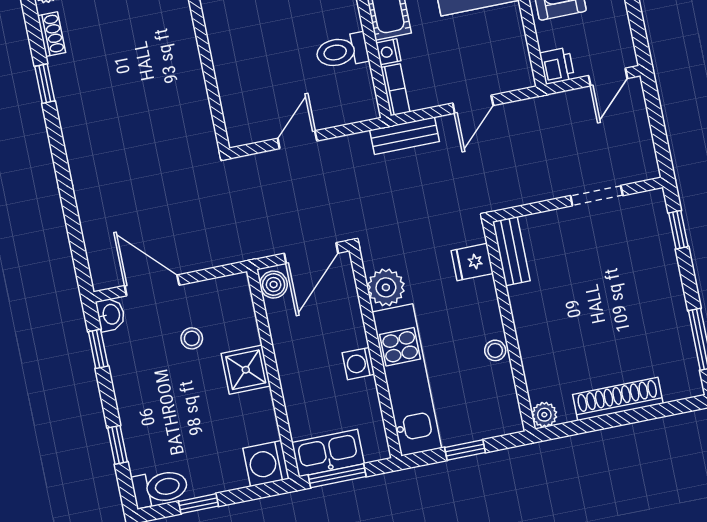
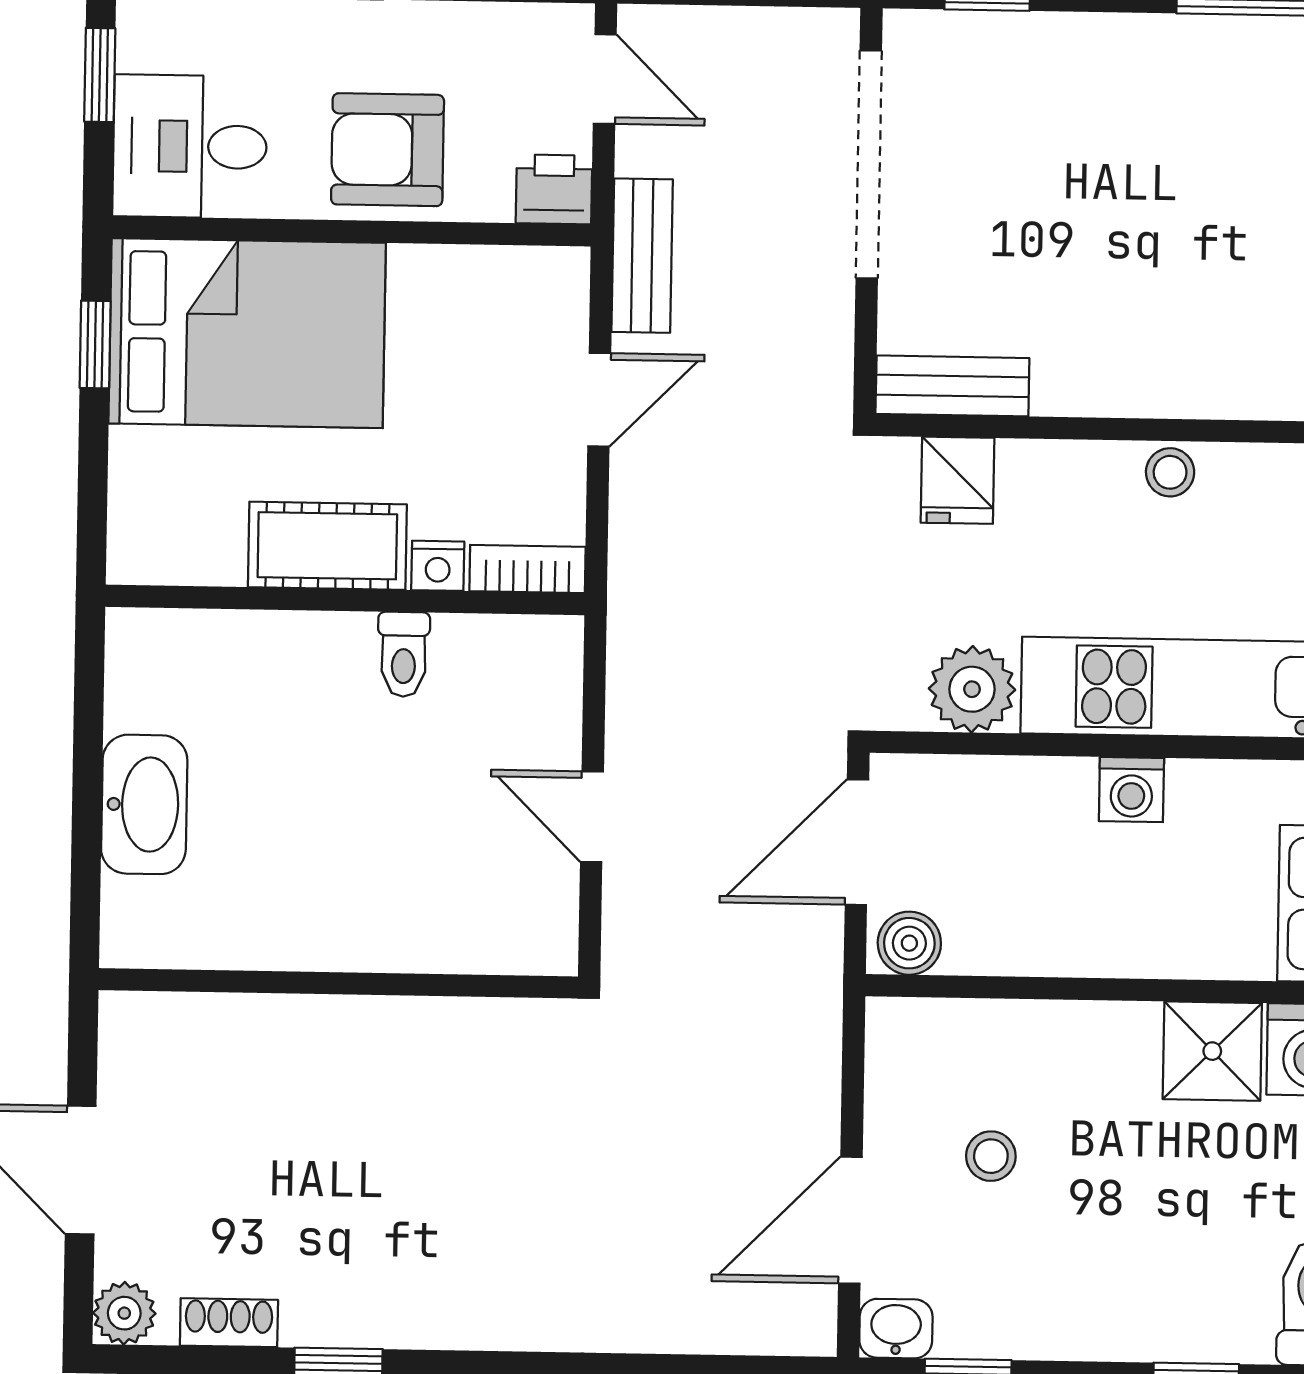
toilet: (342, 51) -> (404, 654), width x0.73, depth x0.72
door: (473, 104) -> (599, 400), hinge flipped
bench: (405, 136) -> (642, 256), moved
doorway: (597, 196) -> (869, 164), width x1.88
door: (311, 253) -> (857, 842), swing flipped
shower: (246, 370) -> (1212, 1051), moved

